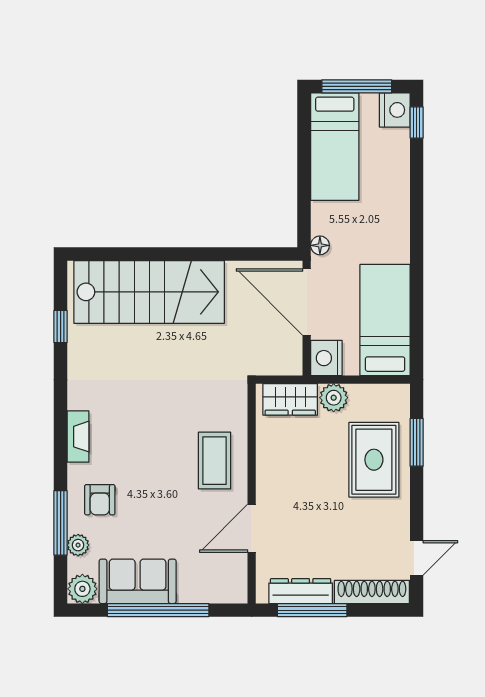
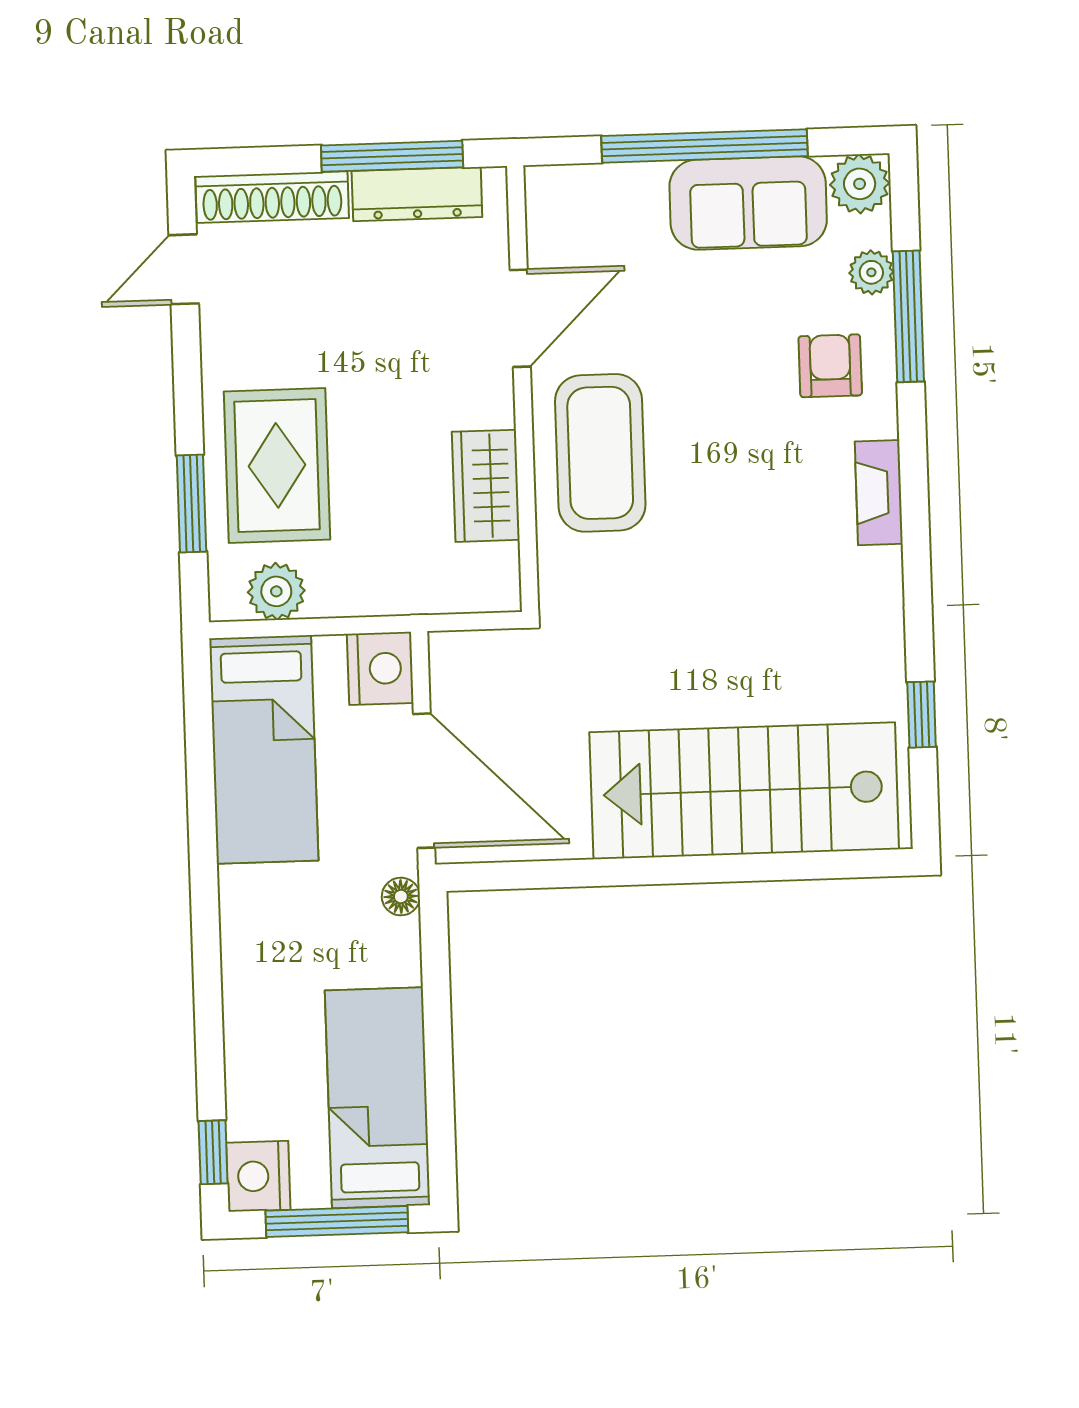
plant: (334, 398) -> (276, 591), moved
wardrobe: (290, 399) -> (486, 486), moved, turned -90
coffee table: (215, 461) -> (600, 453), width x1.36, depth x1.32

